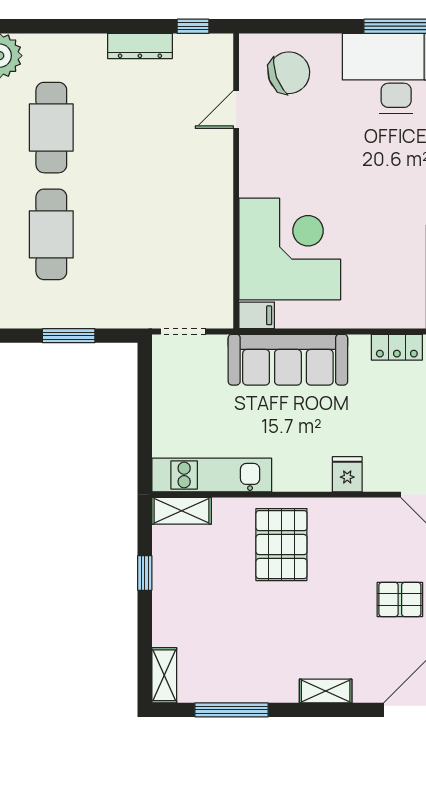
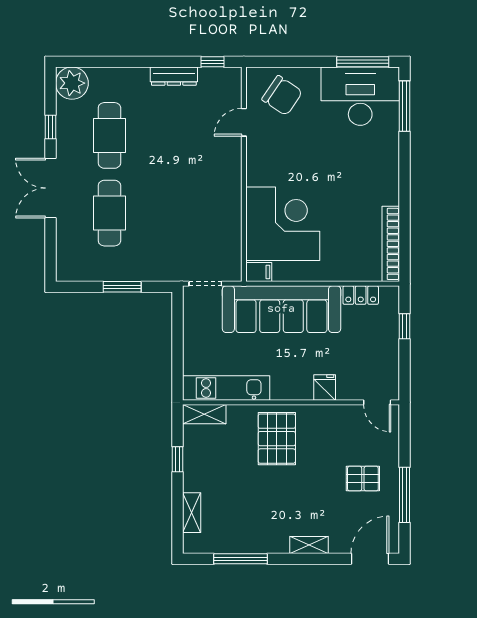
chair: (289, 73) -> (282, 96), turned 54
sofa: (288, 360) -> (281, 309), width x1.36, depth x1.27
shelving: (164, 675) -> (192, 513), moved

